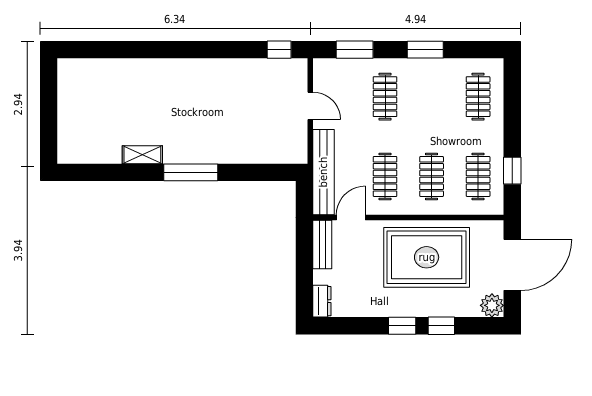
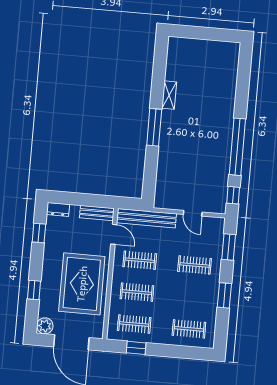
window: (209, 50) -> (237, 147), added
door: (310, 106) -> (193, 213), hinge flipped
window: (402, 326) -> (39, 233), moved

